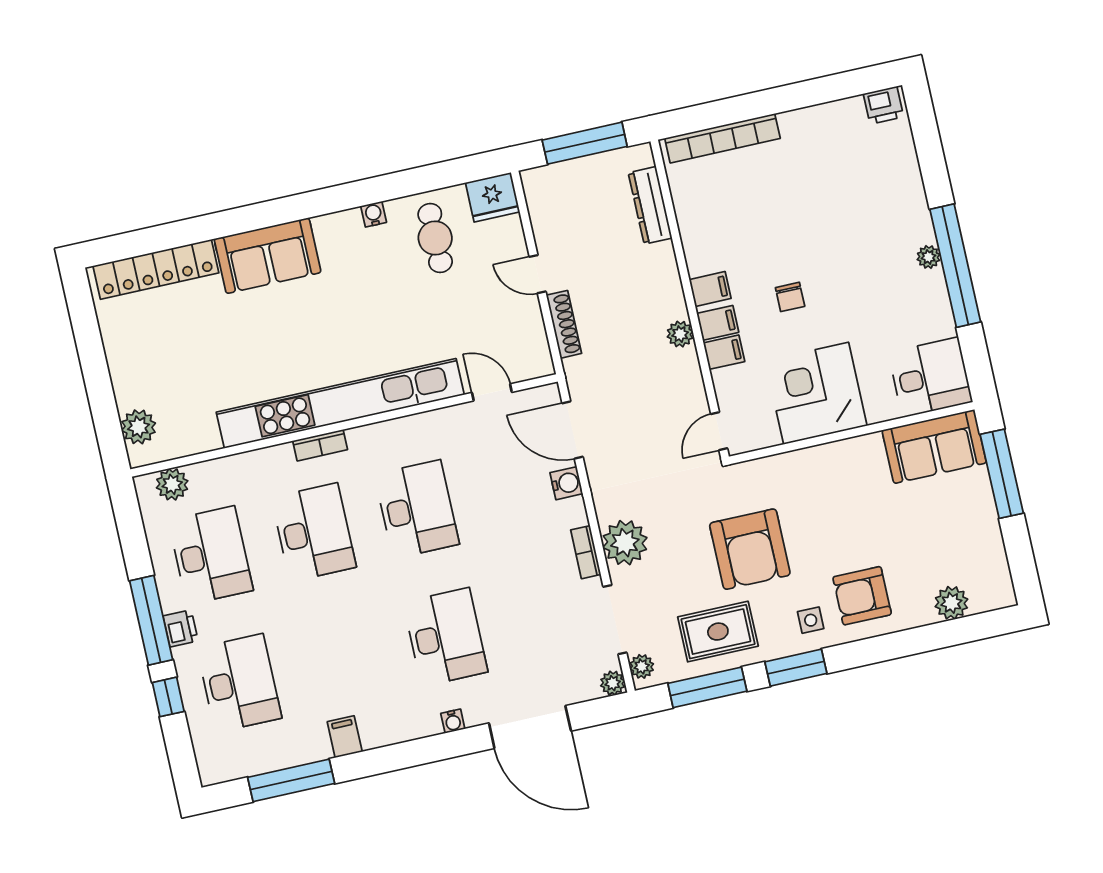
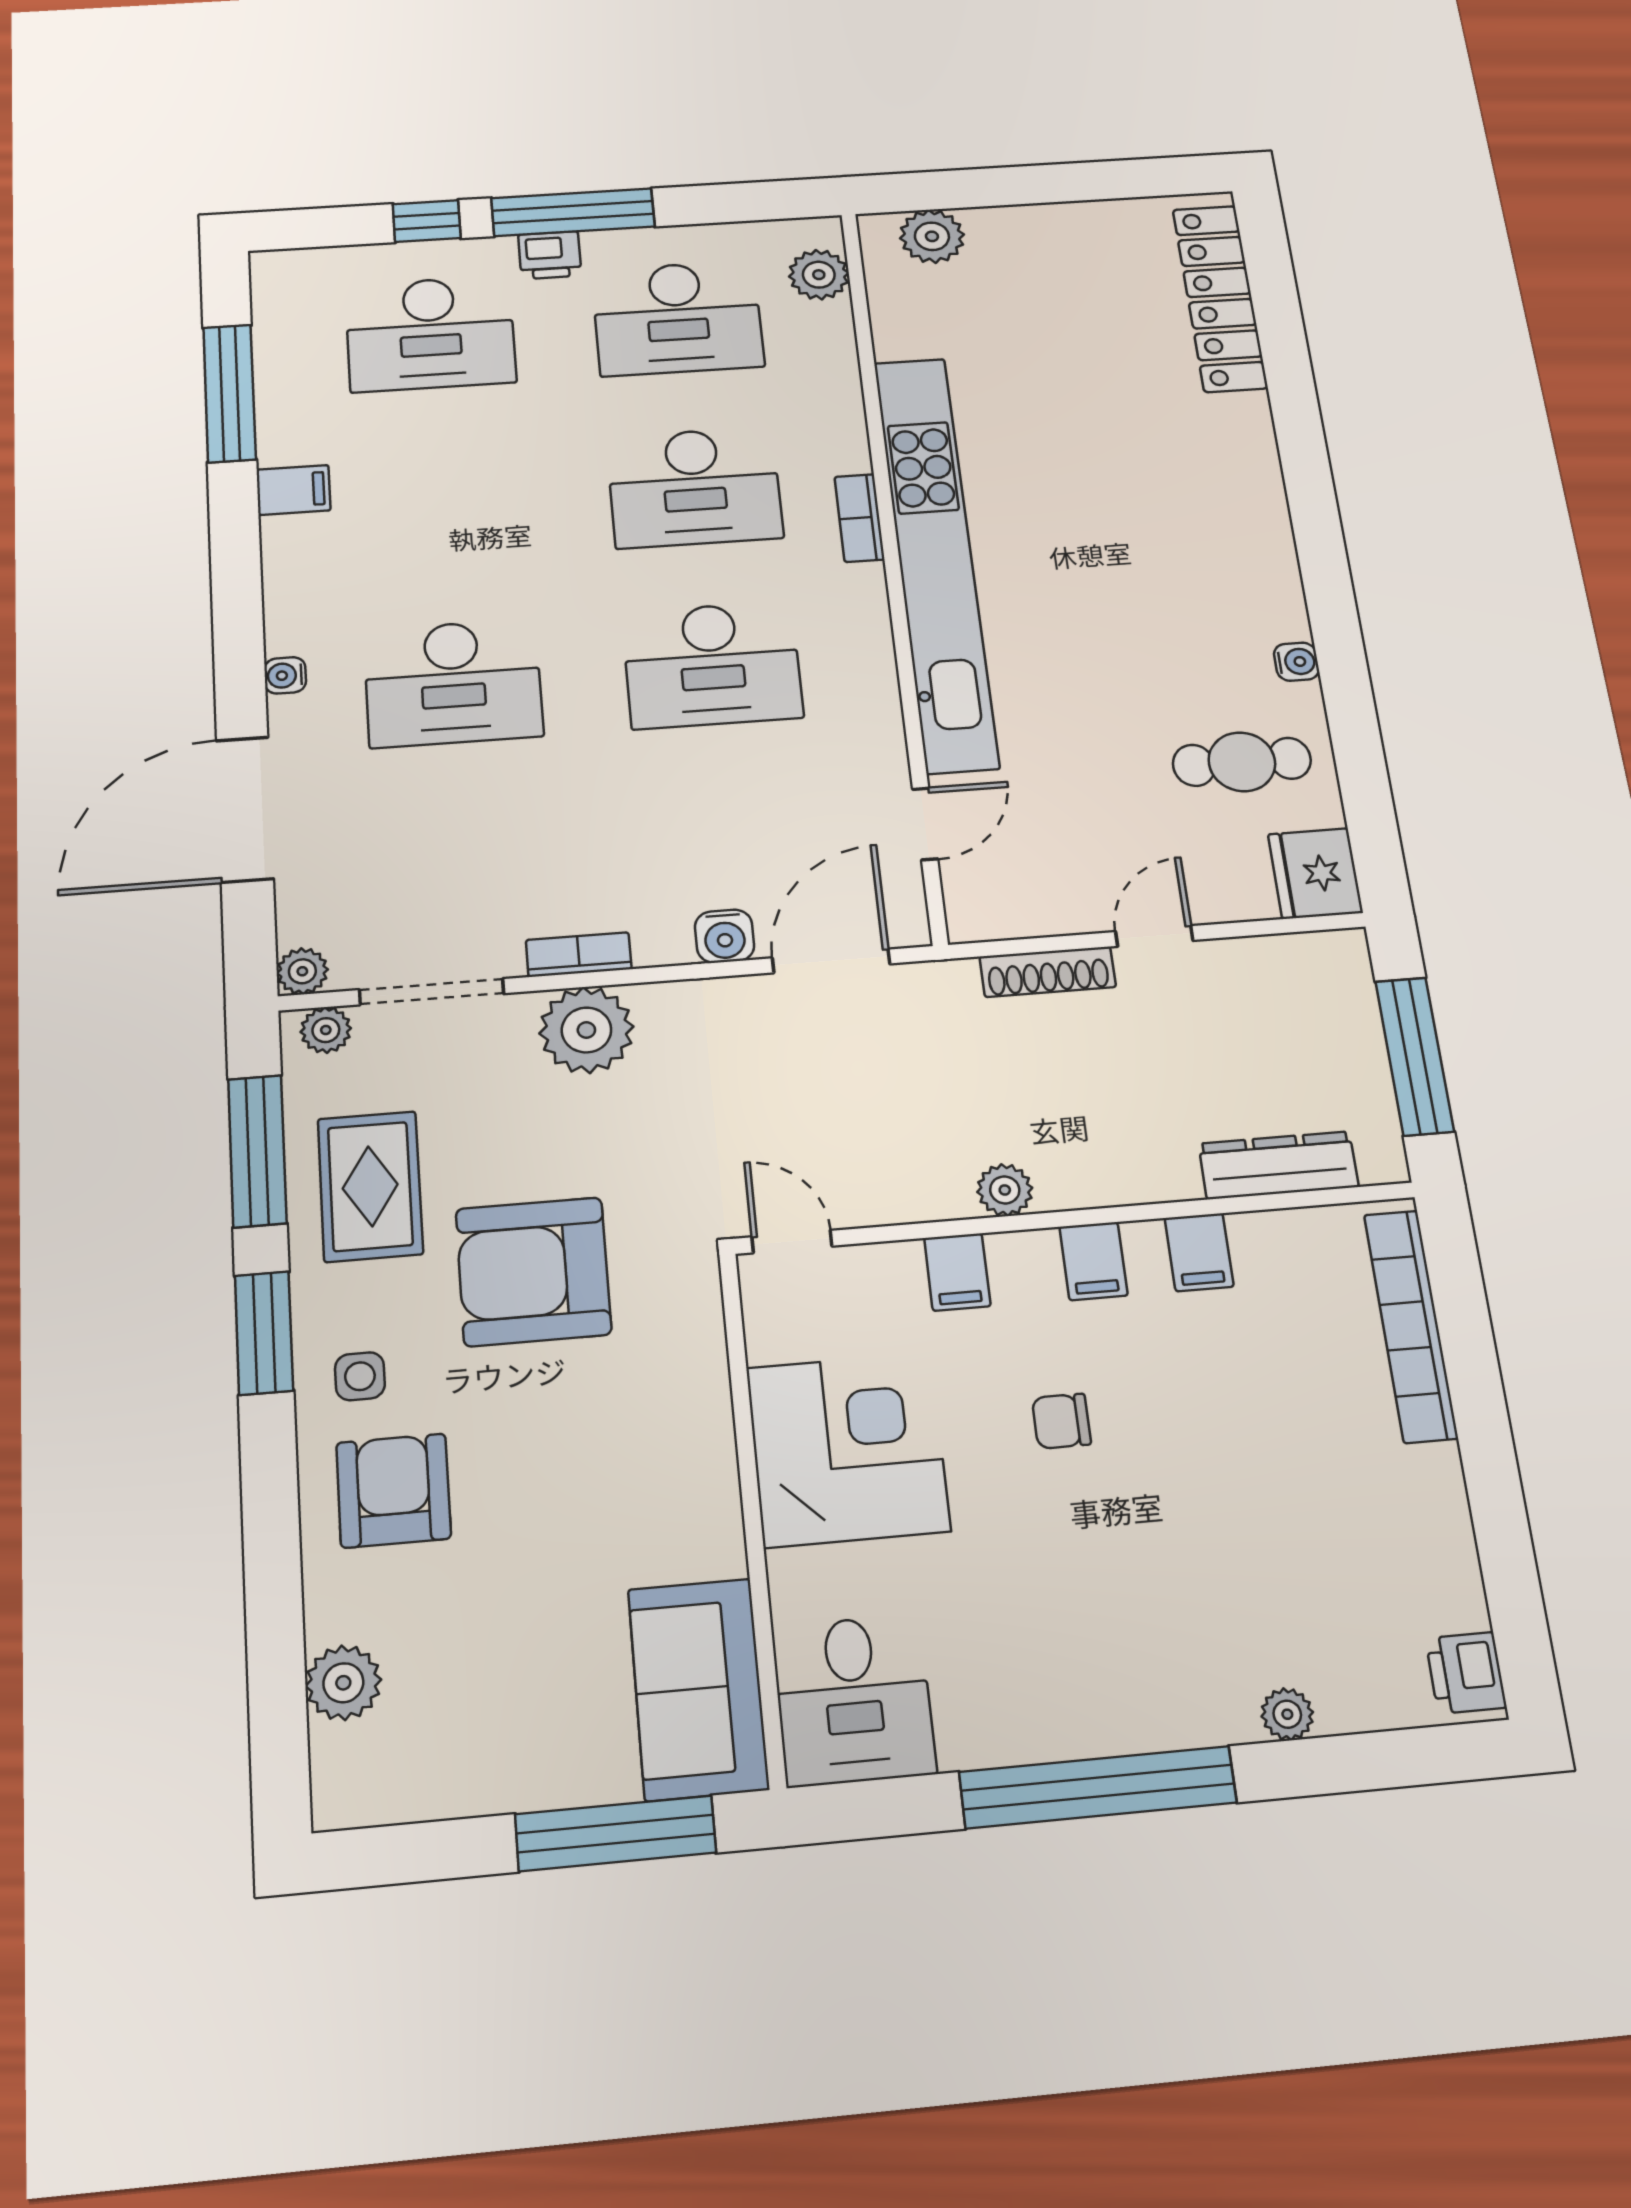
sofa: (268, 256) -> (1231, 477), removed
plant: (929, 257) -> (1287, 1714), moved
filing cabinet: (718, 323) -> (1199, 1252), moved

